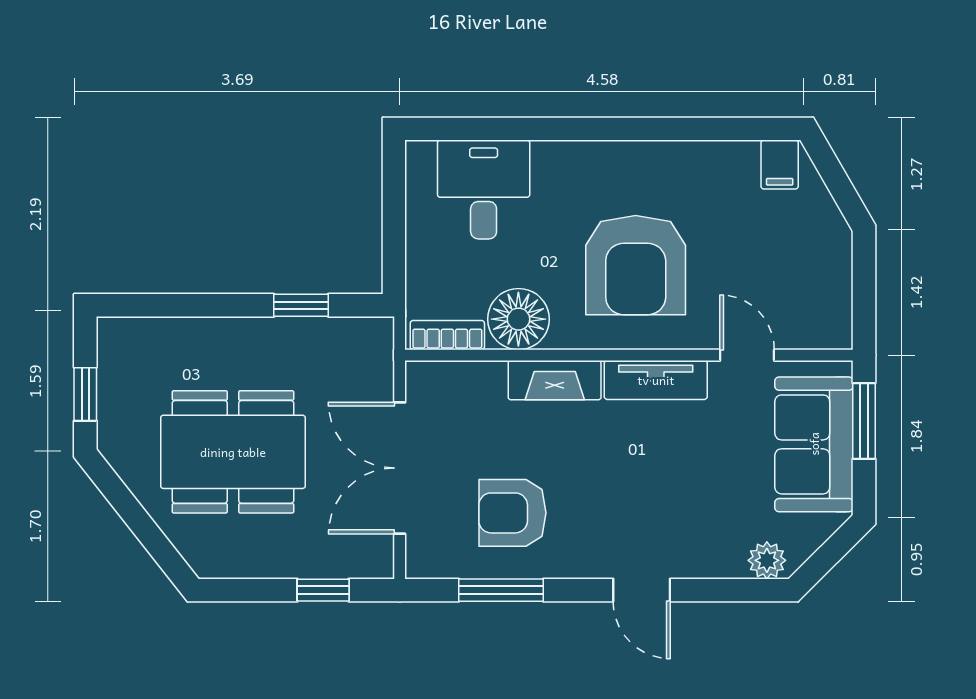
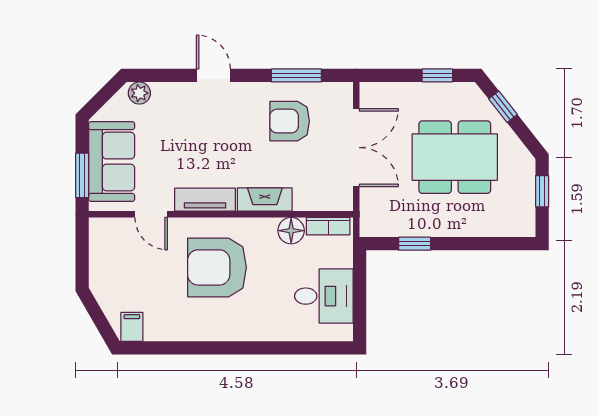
desk: (484, 189) -> (324, 296), moved, turned -90
armchair: (636, 265) -> (217, 267), turned -90
floor lamp: (518, 319) -> (291, 231), width x0.73, depth x0.73
armchair: (513, 513) -> (290, 121), turned 180
window: (151, 537) -> (503, 107), added
window: (323, 590) -> (437, 75), moved

